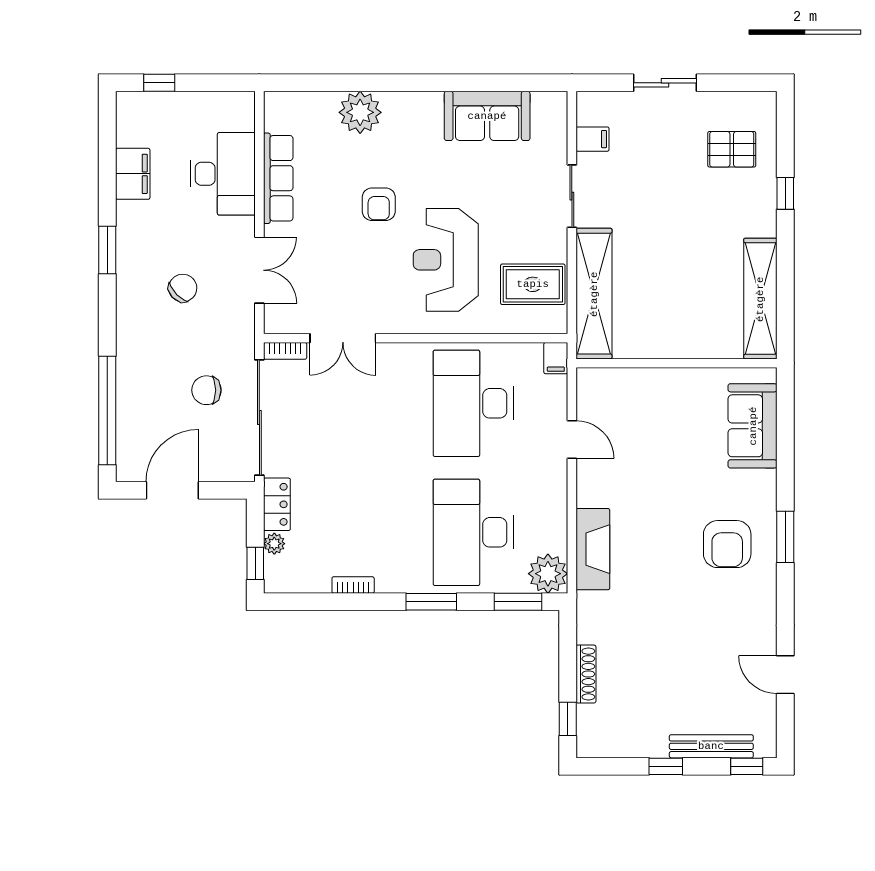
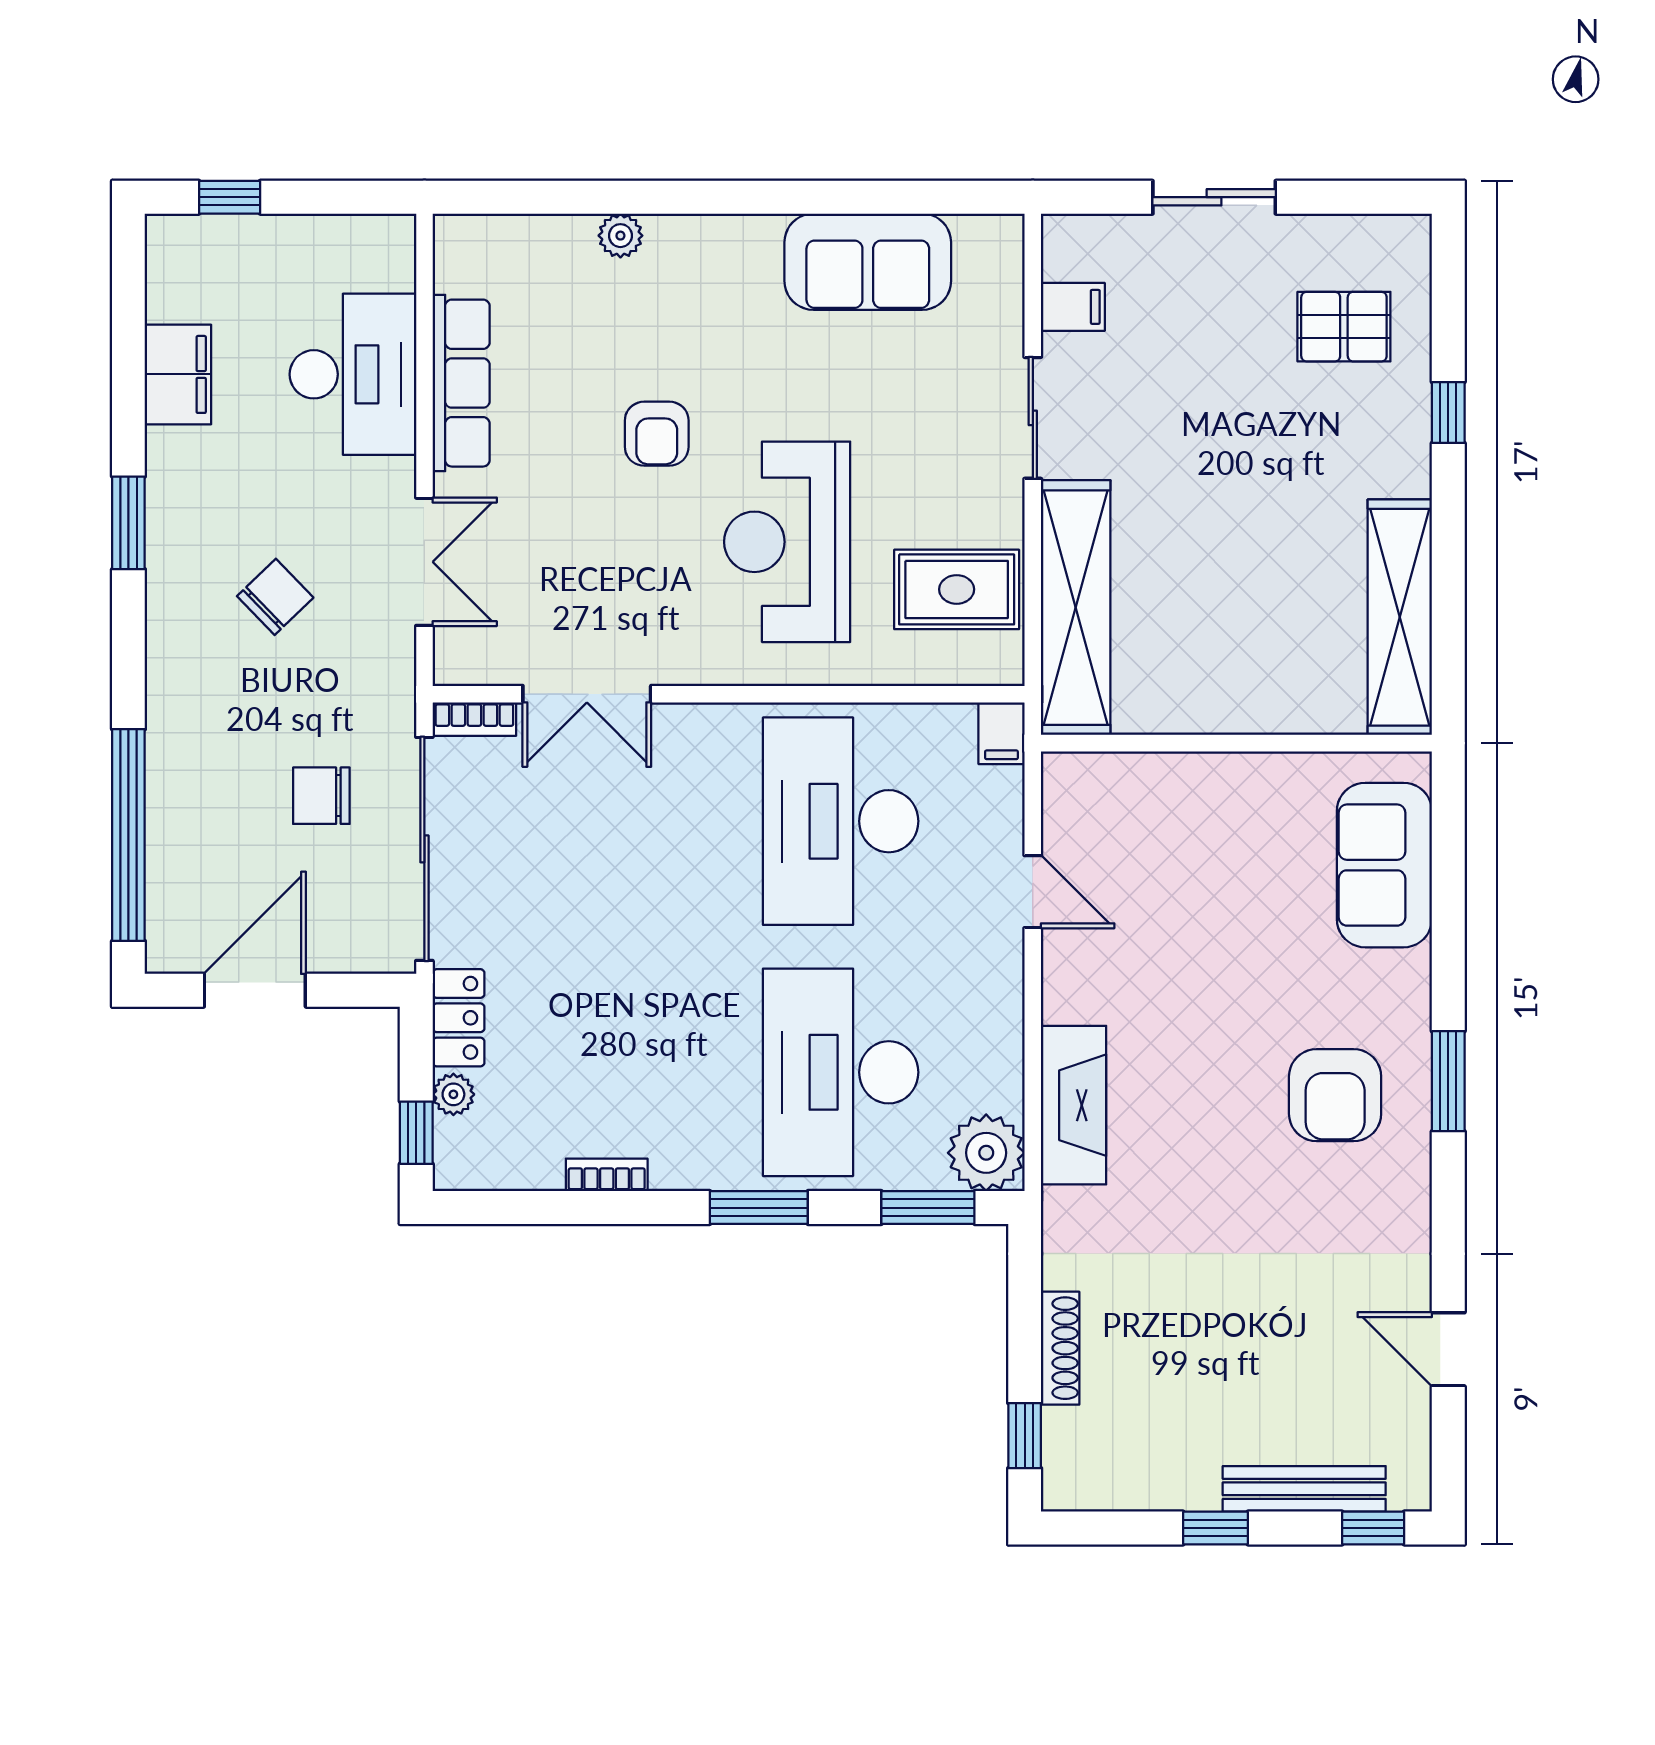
plant: (360, 112) -> (620, 236), width x0.53, depth x0.53

